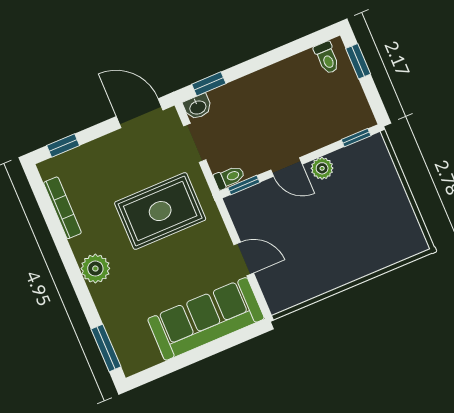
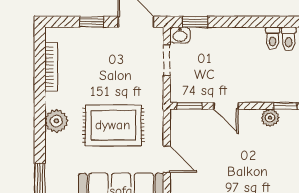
window: (63, 145) -> (92, 22), moved
plant: (322, 168) -> (270, 118), moved
toilet: (229, 177) -> (273, 38), moved, turned 90
rug: (160, 211) -> (113, 125), moved

